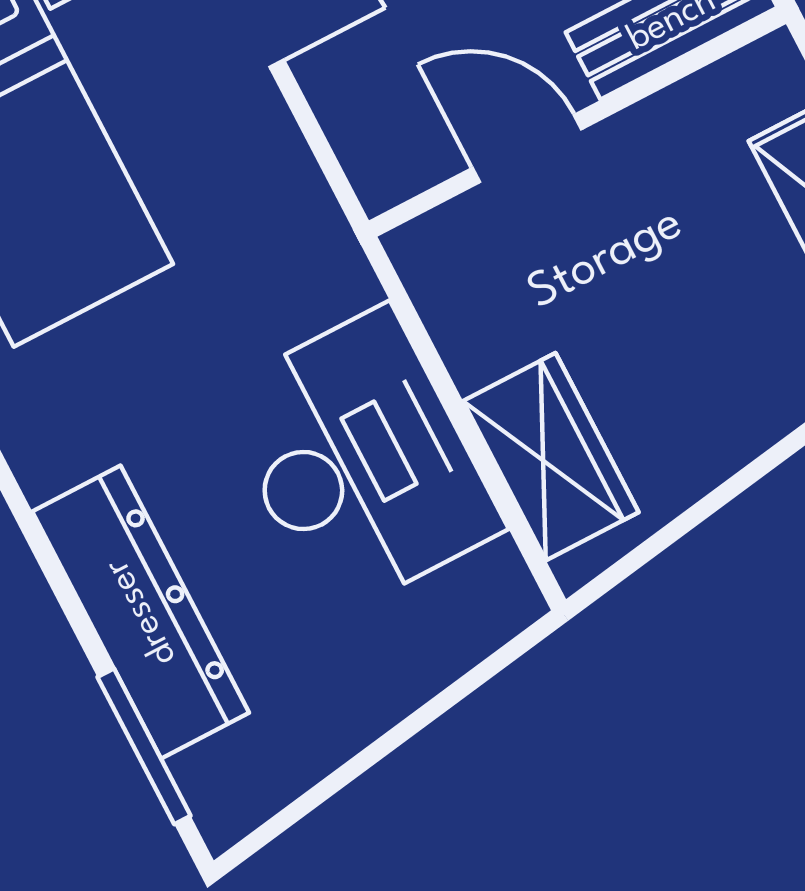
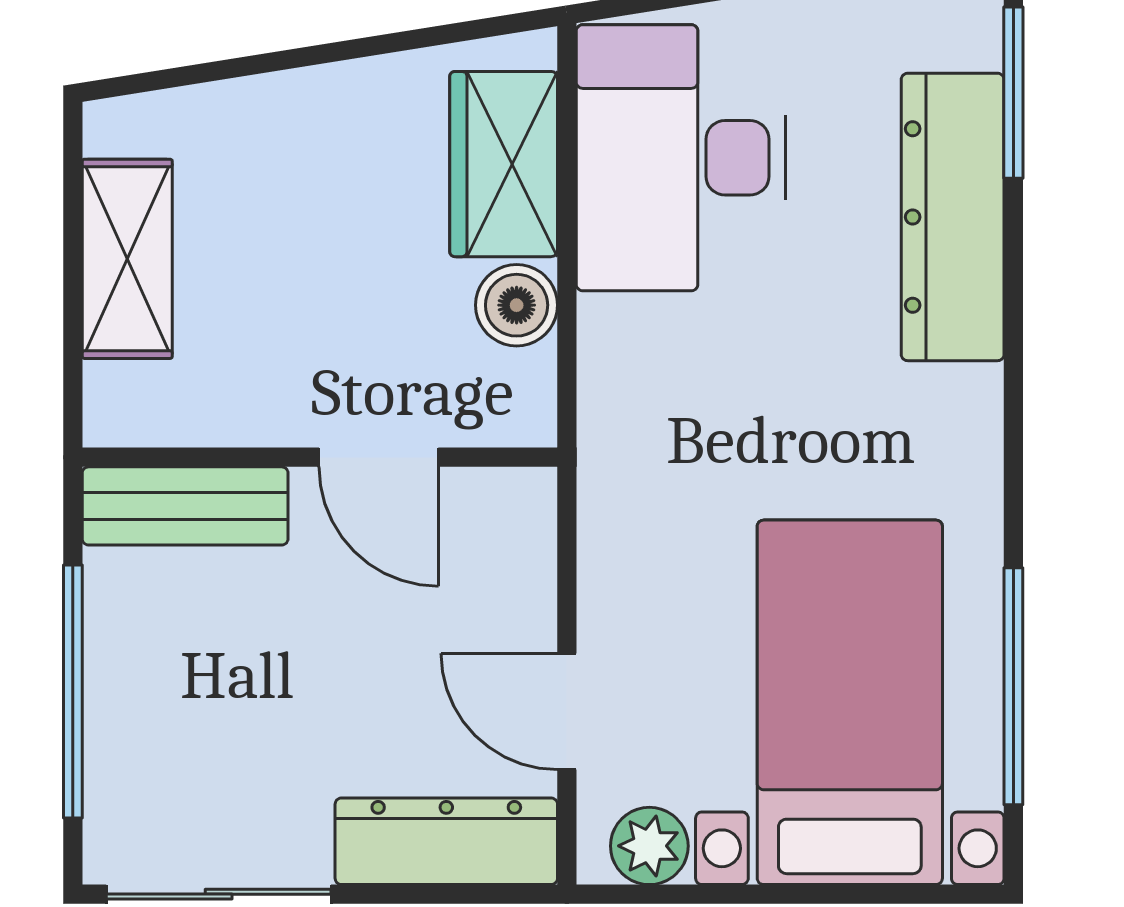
boiler: (476, 341) -> (517, 305), added
desk: (359, 461) -> (681, 158), moved

